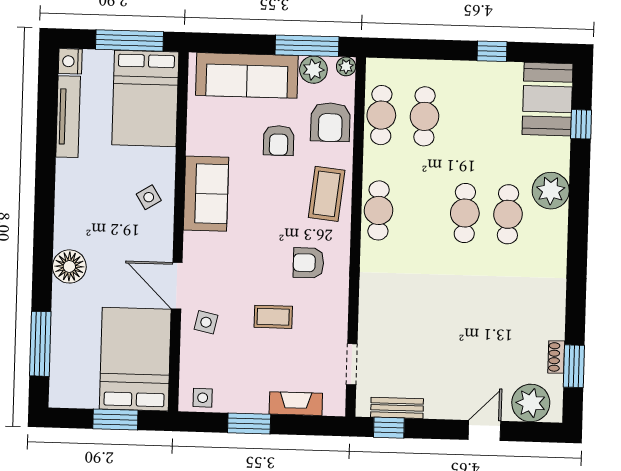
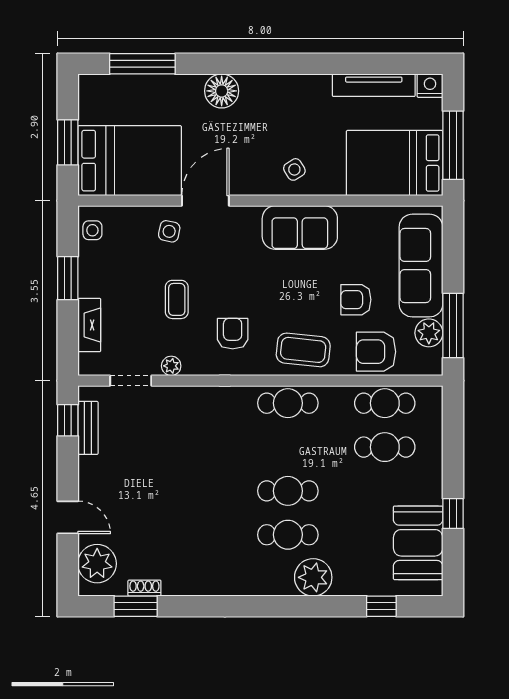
plant: (346, 66) -> (171, 366), moved
booth: (547, 99) -> (418, 543), moved, turned 90

